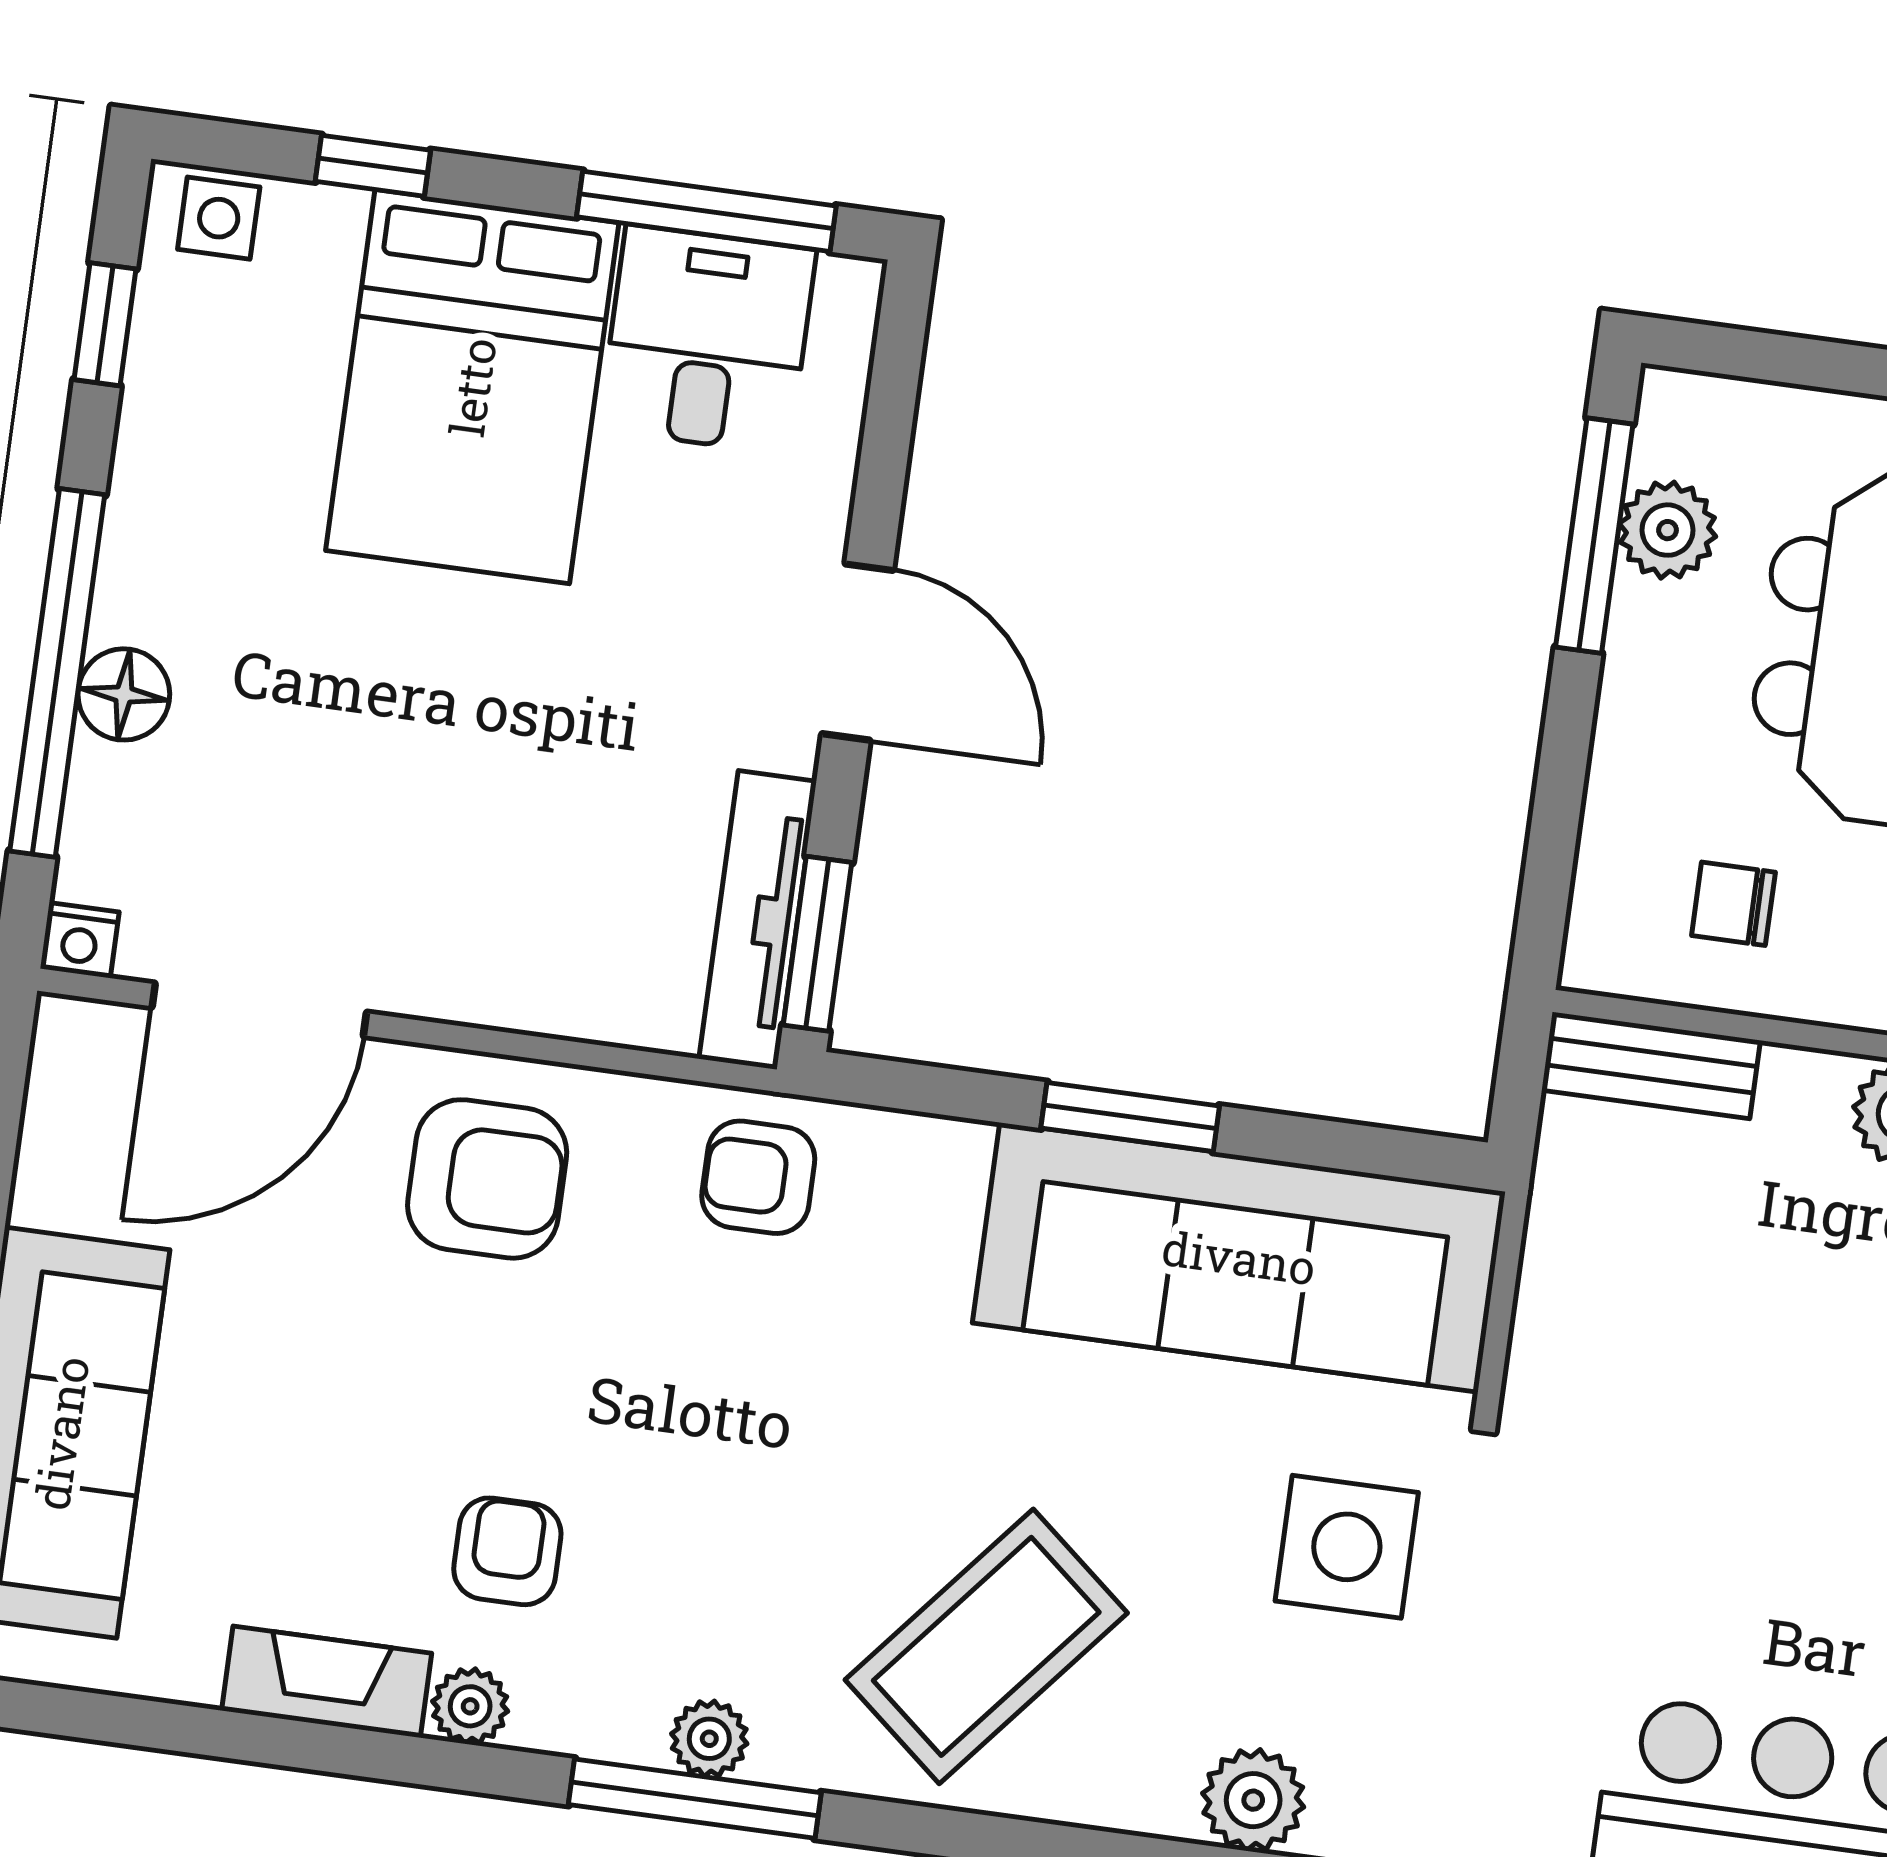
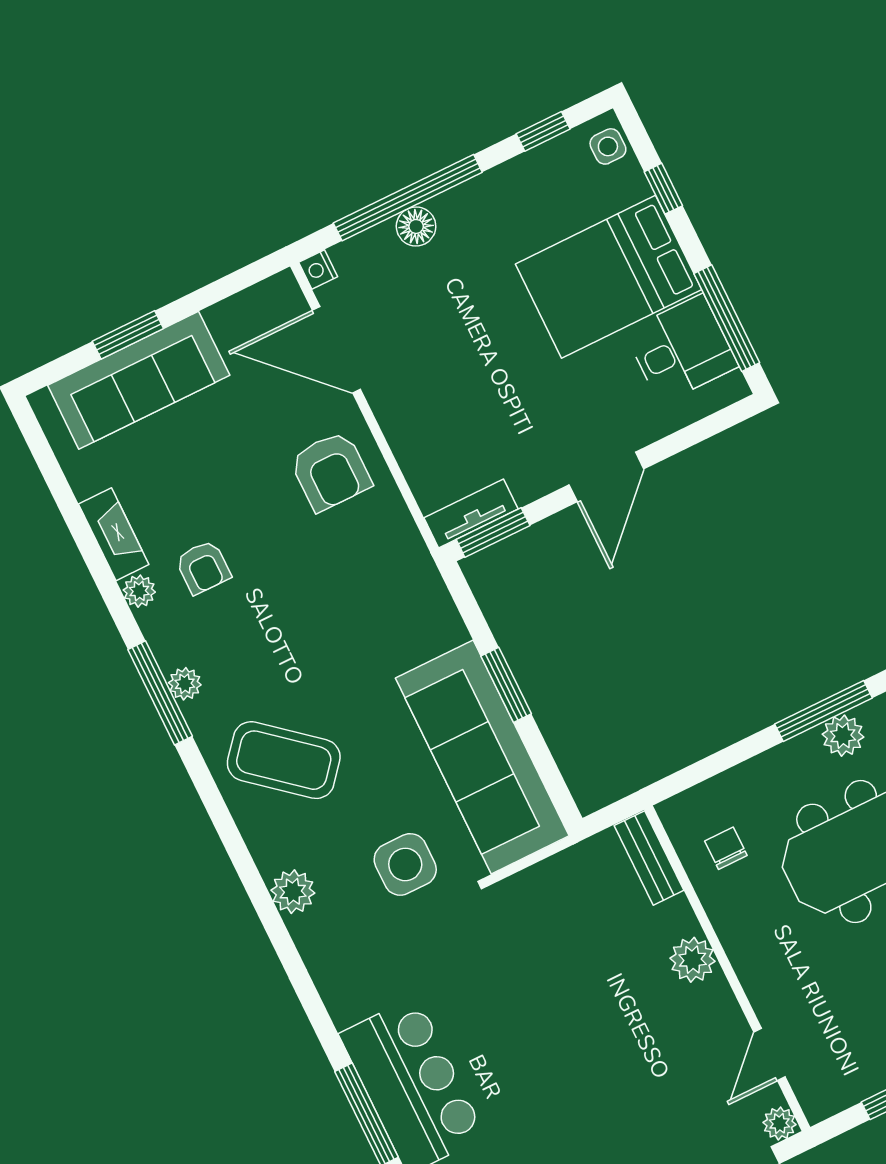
tv unit: (758, 920) -> (471, 513), width x0.71
armchair: (758, 1177) -> (396, 567), removed
armchair: (507, 1551) -> (203, 567), turned 90

